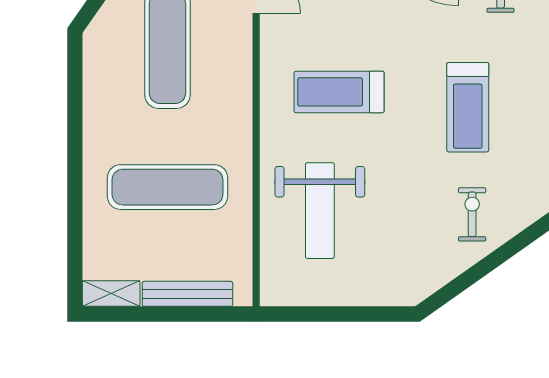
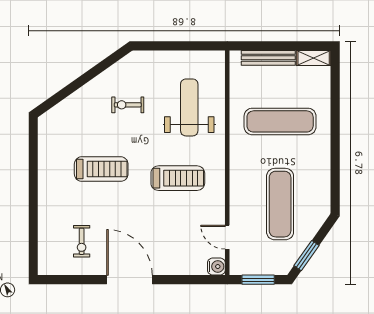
treadmill: (468, 107) -> (101, 169), turned 90
exercise bike: (472, 214) -> (128, 105), moved, turned 90

